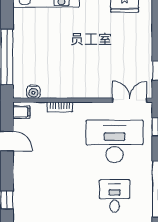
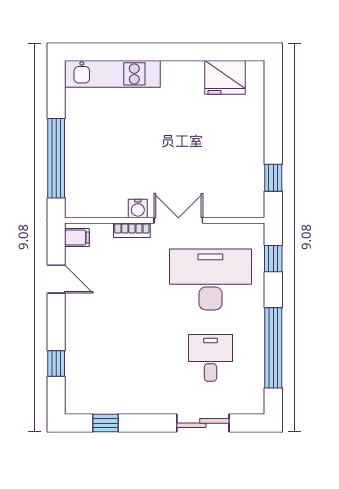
water cooler: (33, 92) -> (138, 208), moved
double door: (130, 100) -> (178, 220), moved

